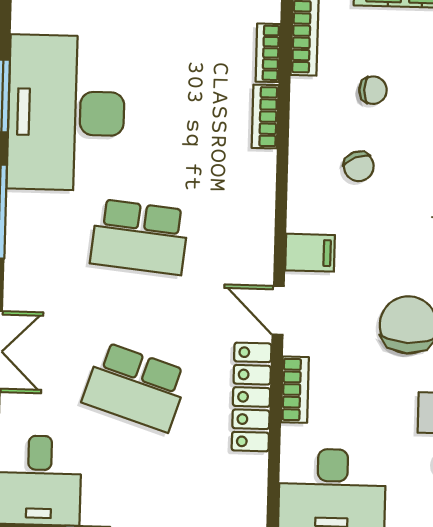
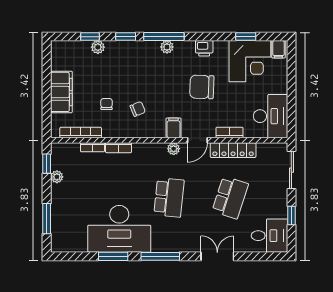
plant: (259, 251) -> (174, 149), added

